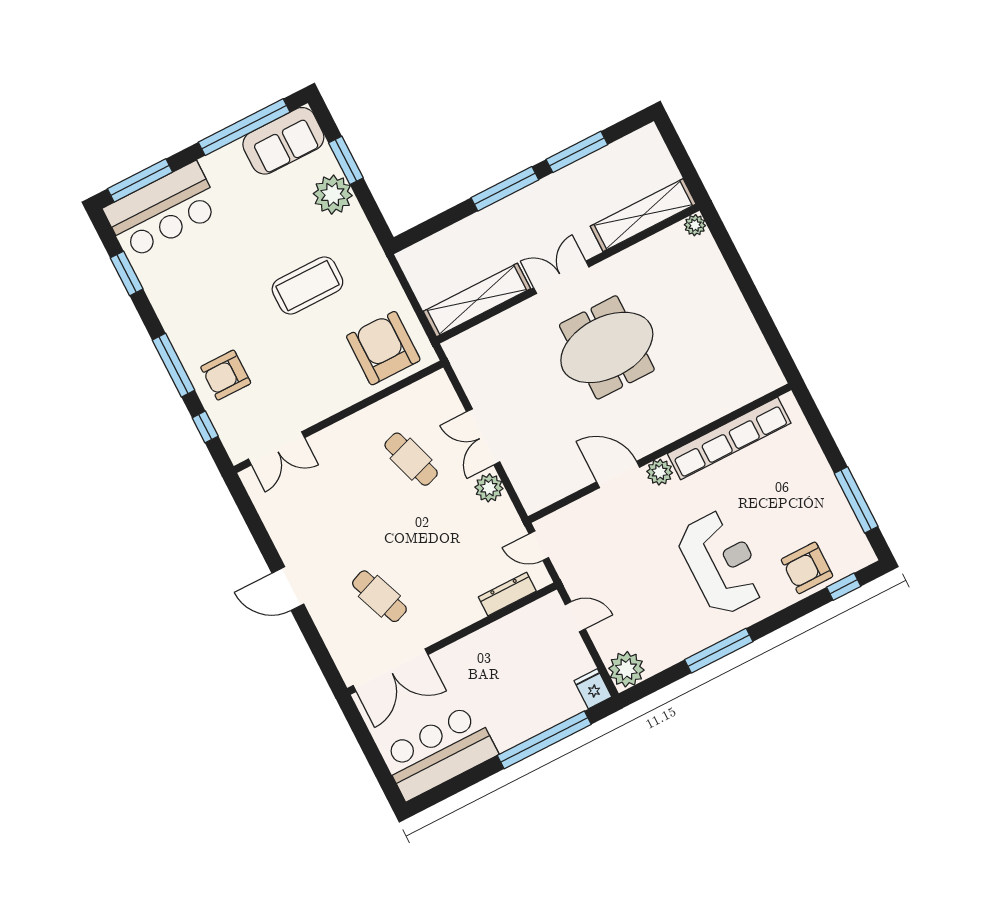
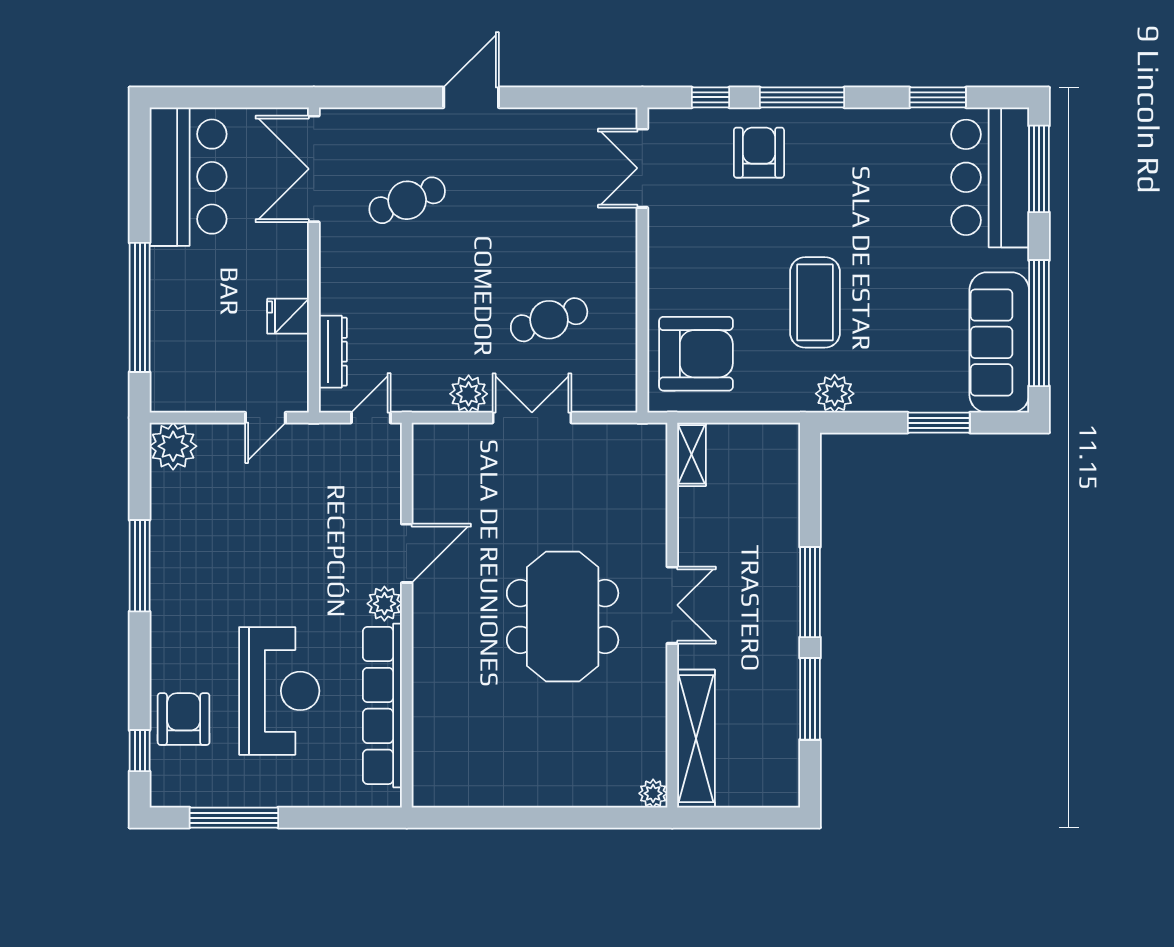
sofa: (283, 141) -> (999, 342), width x1.36
plant: (333, 195) -> (835, 394), moved, width x0.73, depth x0.73
shelving: (477, 300) -> (692, 454), width x0.45, depth x0.75
reception desk: (721, 563) -> (279, 691), moved, turned -90
fridge: (593, 689) -> (288, 316), moved, turned 180

